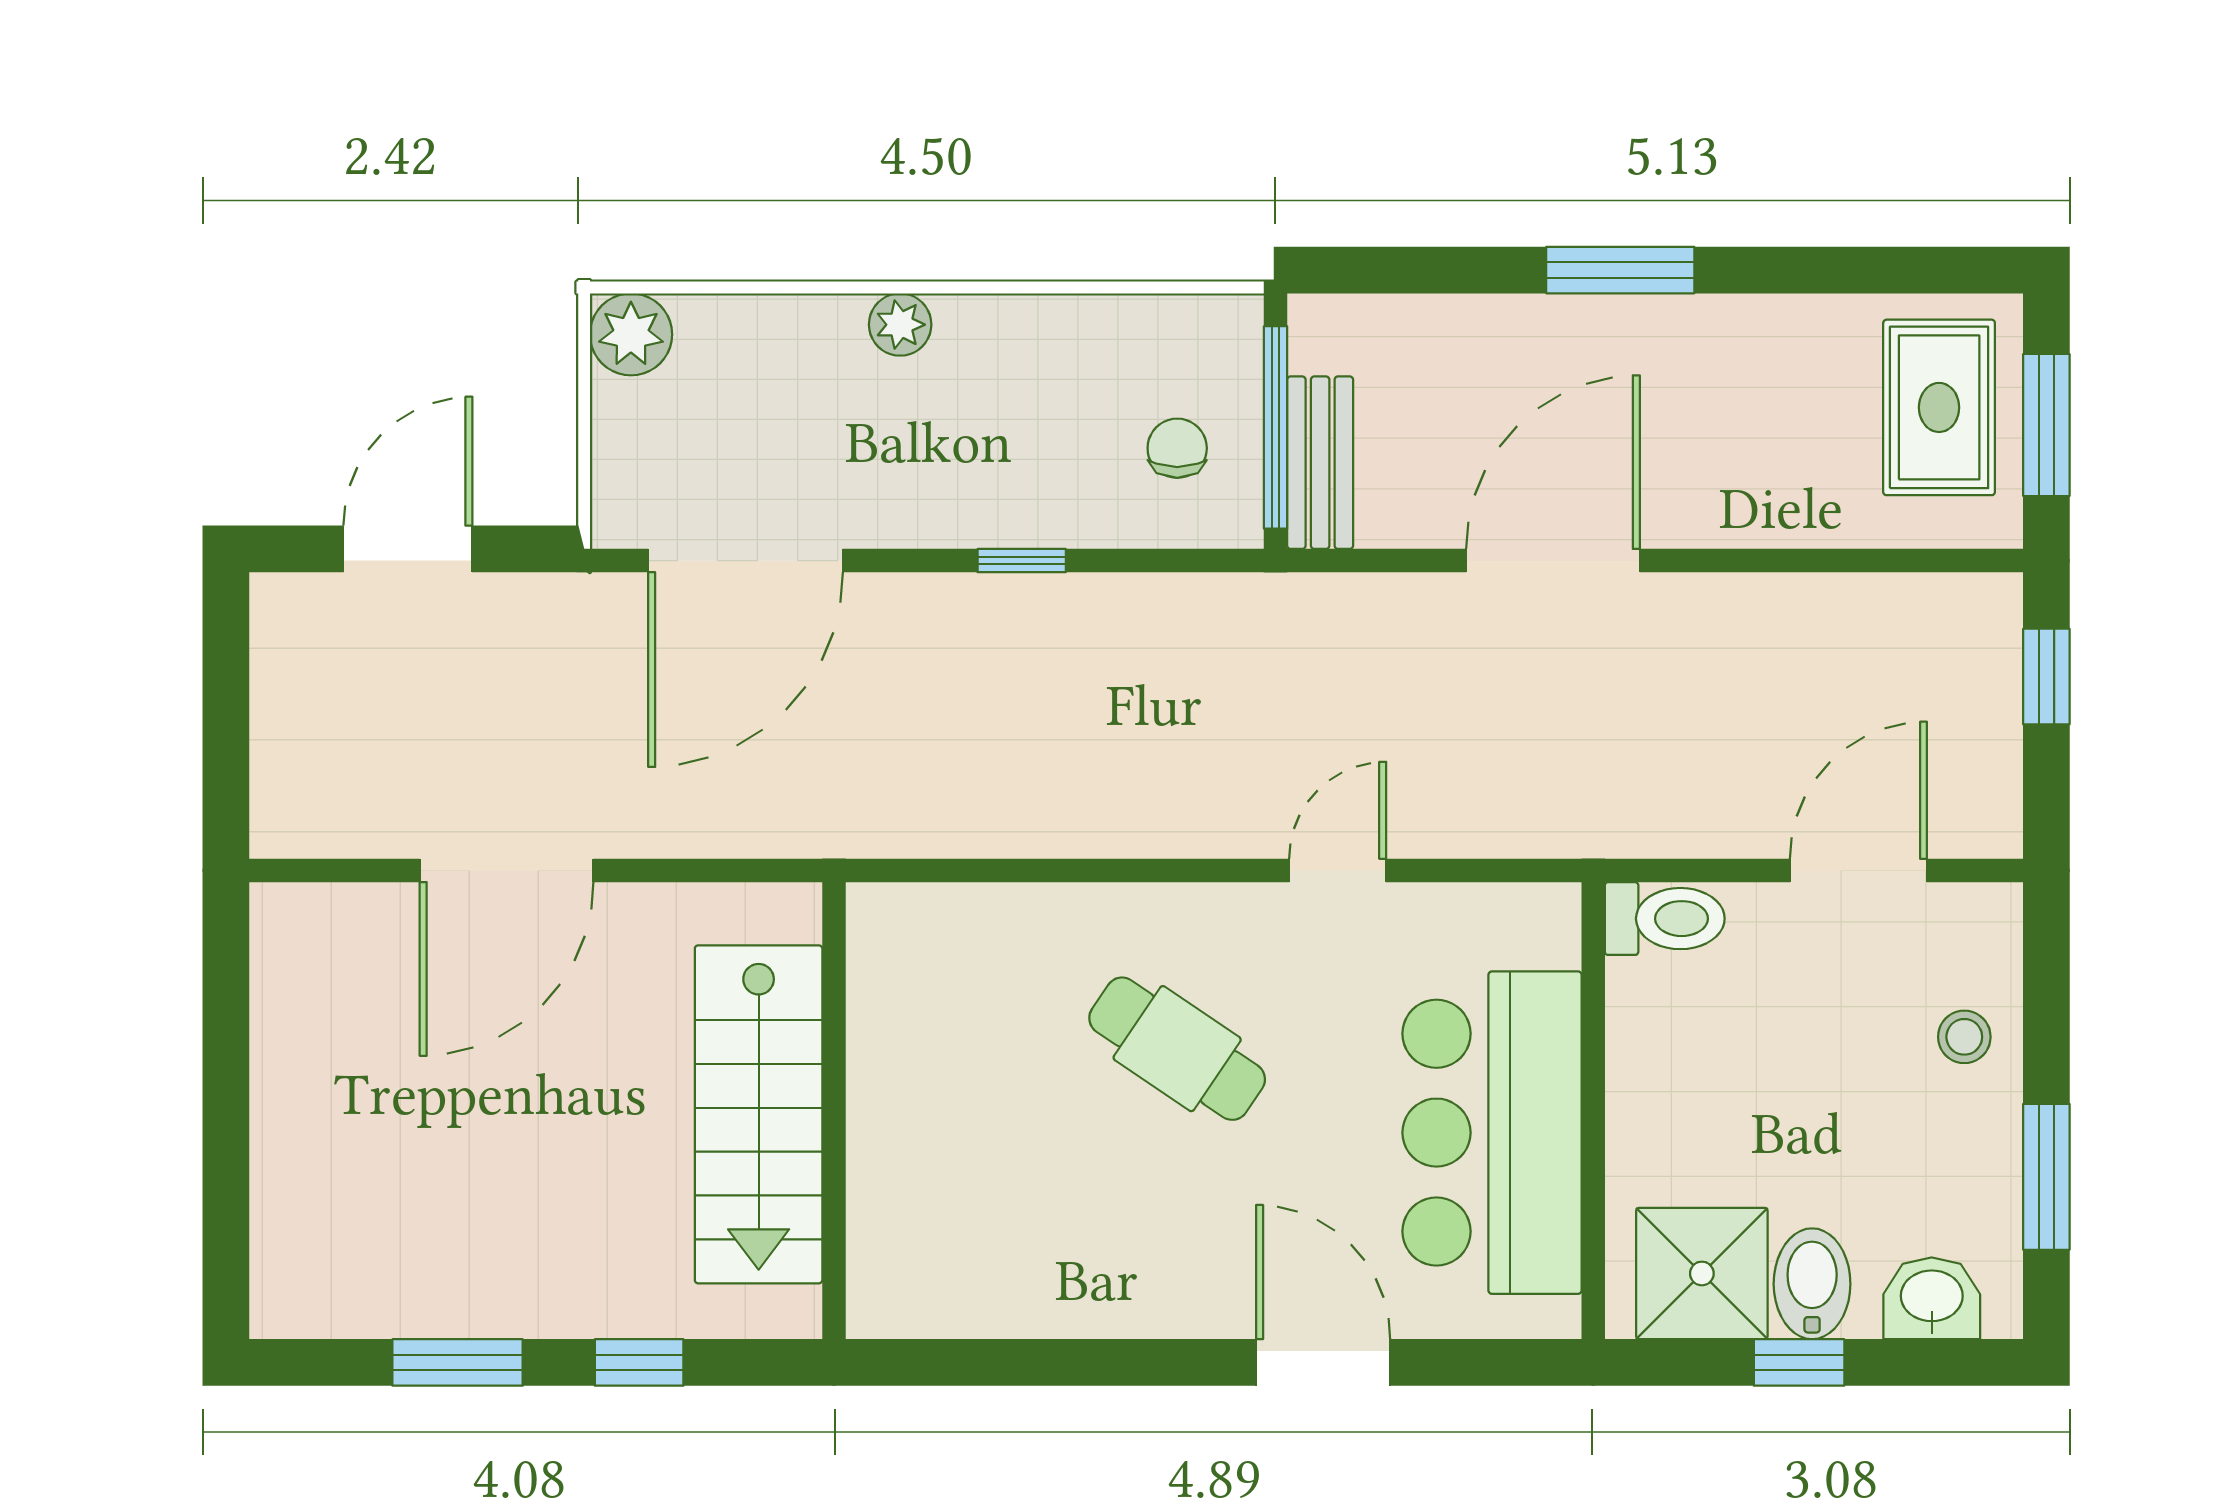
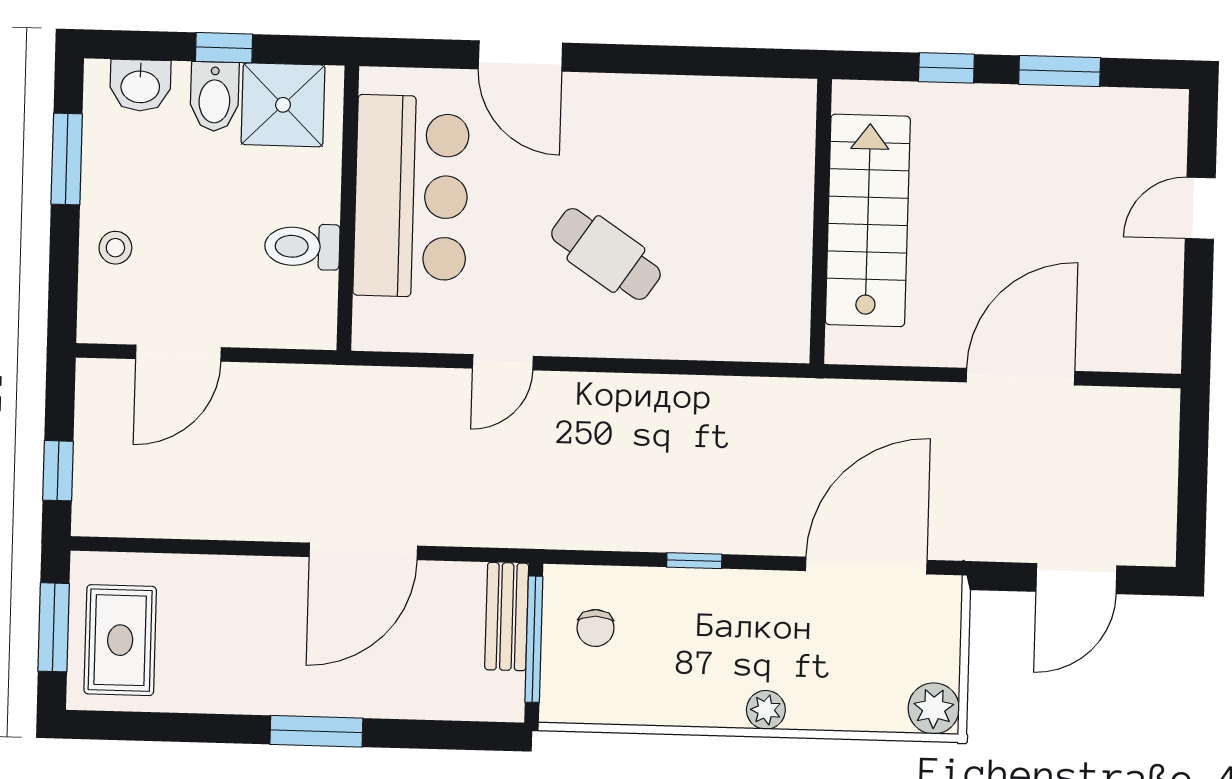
toilet: (1665, 919) -> (302, 247), moved
door: (226, 1149) -> (1200, 208), added

